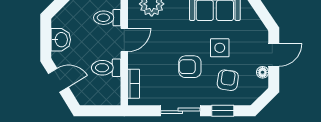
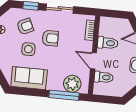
door: (124, 40) -> (93, 61), hinge flipped
armchair: (228, 80) -> (25, 26), turned -123

